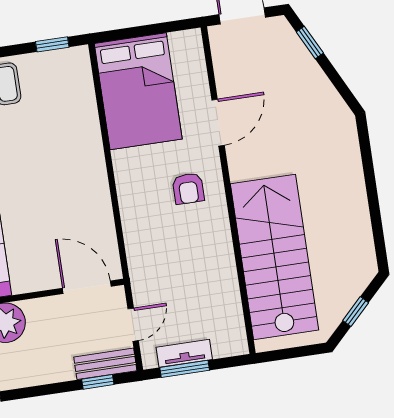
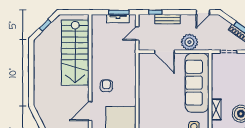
door: (87, 287) -> (164, 52), moved
bench: (105, 364) -> (168, 19), moved

